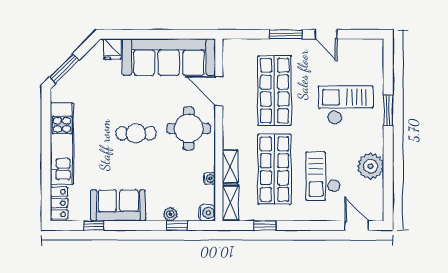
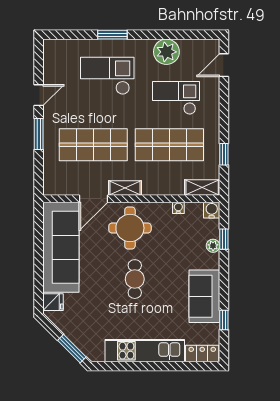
checkout: (346, 105) -> (107, 76), turned 90
shelving: (230, 167) -> (125, 188), moved
checkout: (323, 176) -> (176, 98), turned 180

